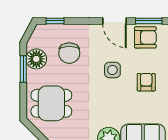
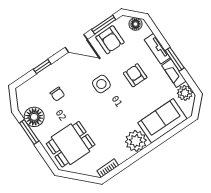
window: (55, 21) -> (42, 67), moved
armchair: (145, 37) -> (110, 40), turned 90
chair: (69, 53) -> (57, 94), width x0.54, depth x0.54

